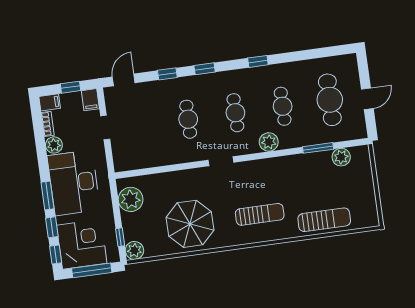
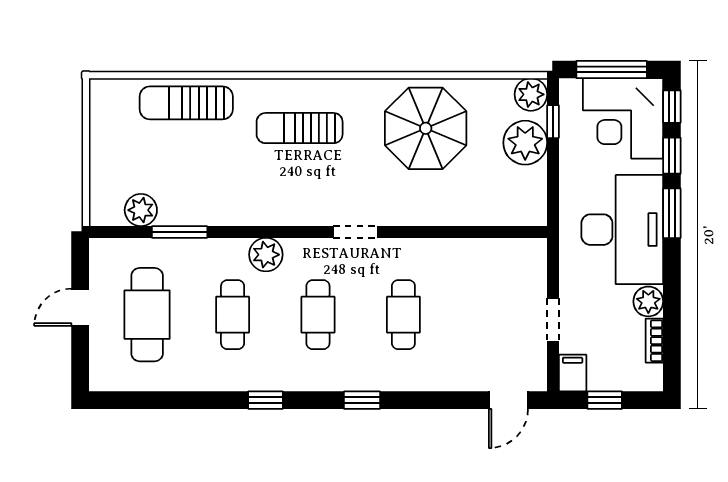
window: (167, 74) -> (429, 400), removed
filing cabinet: (50, 102) -> (645, 378), removed
plant: (131, 199) -> (525, 143), moved

